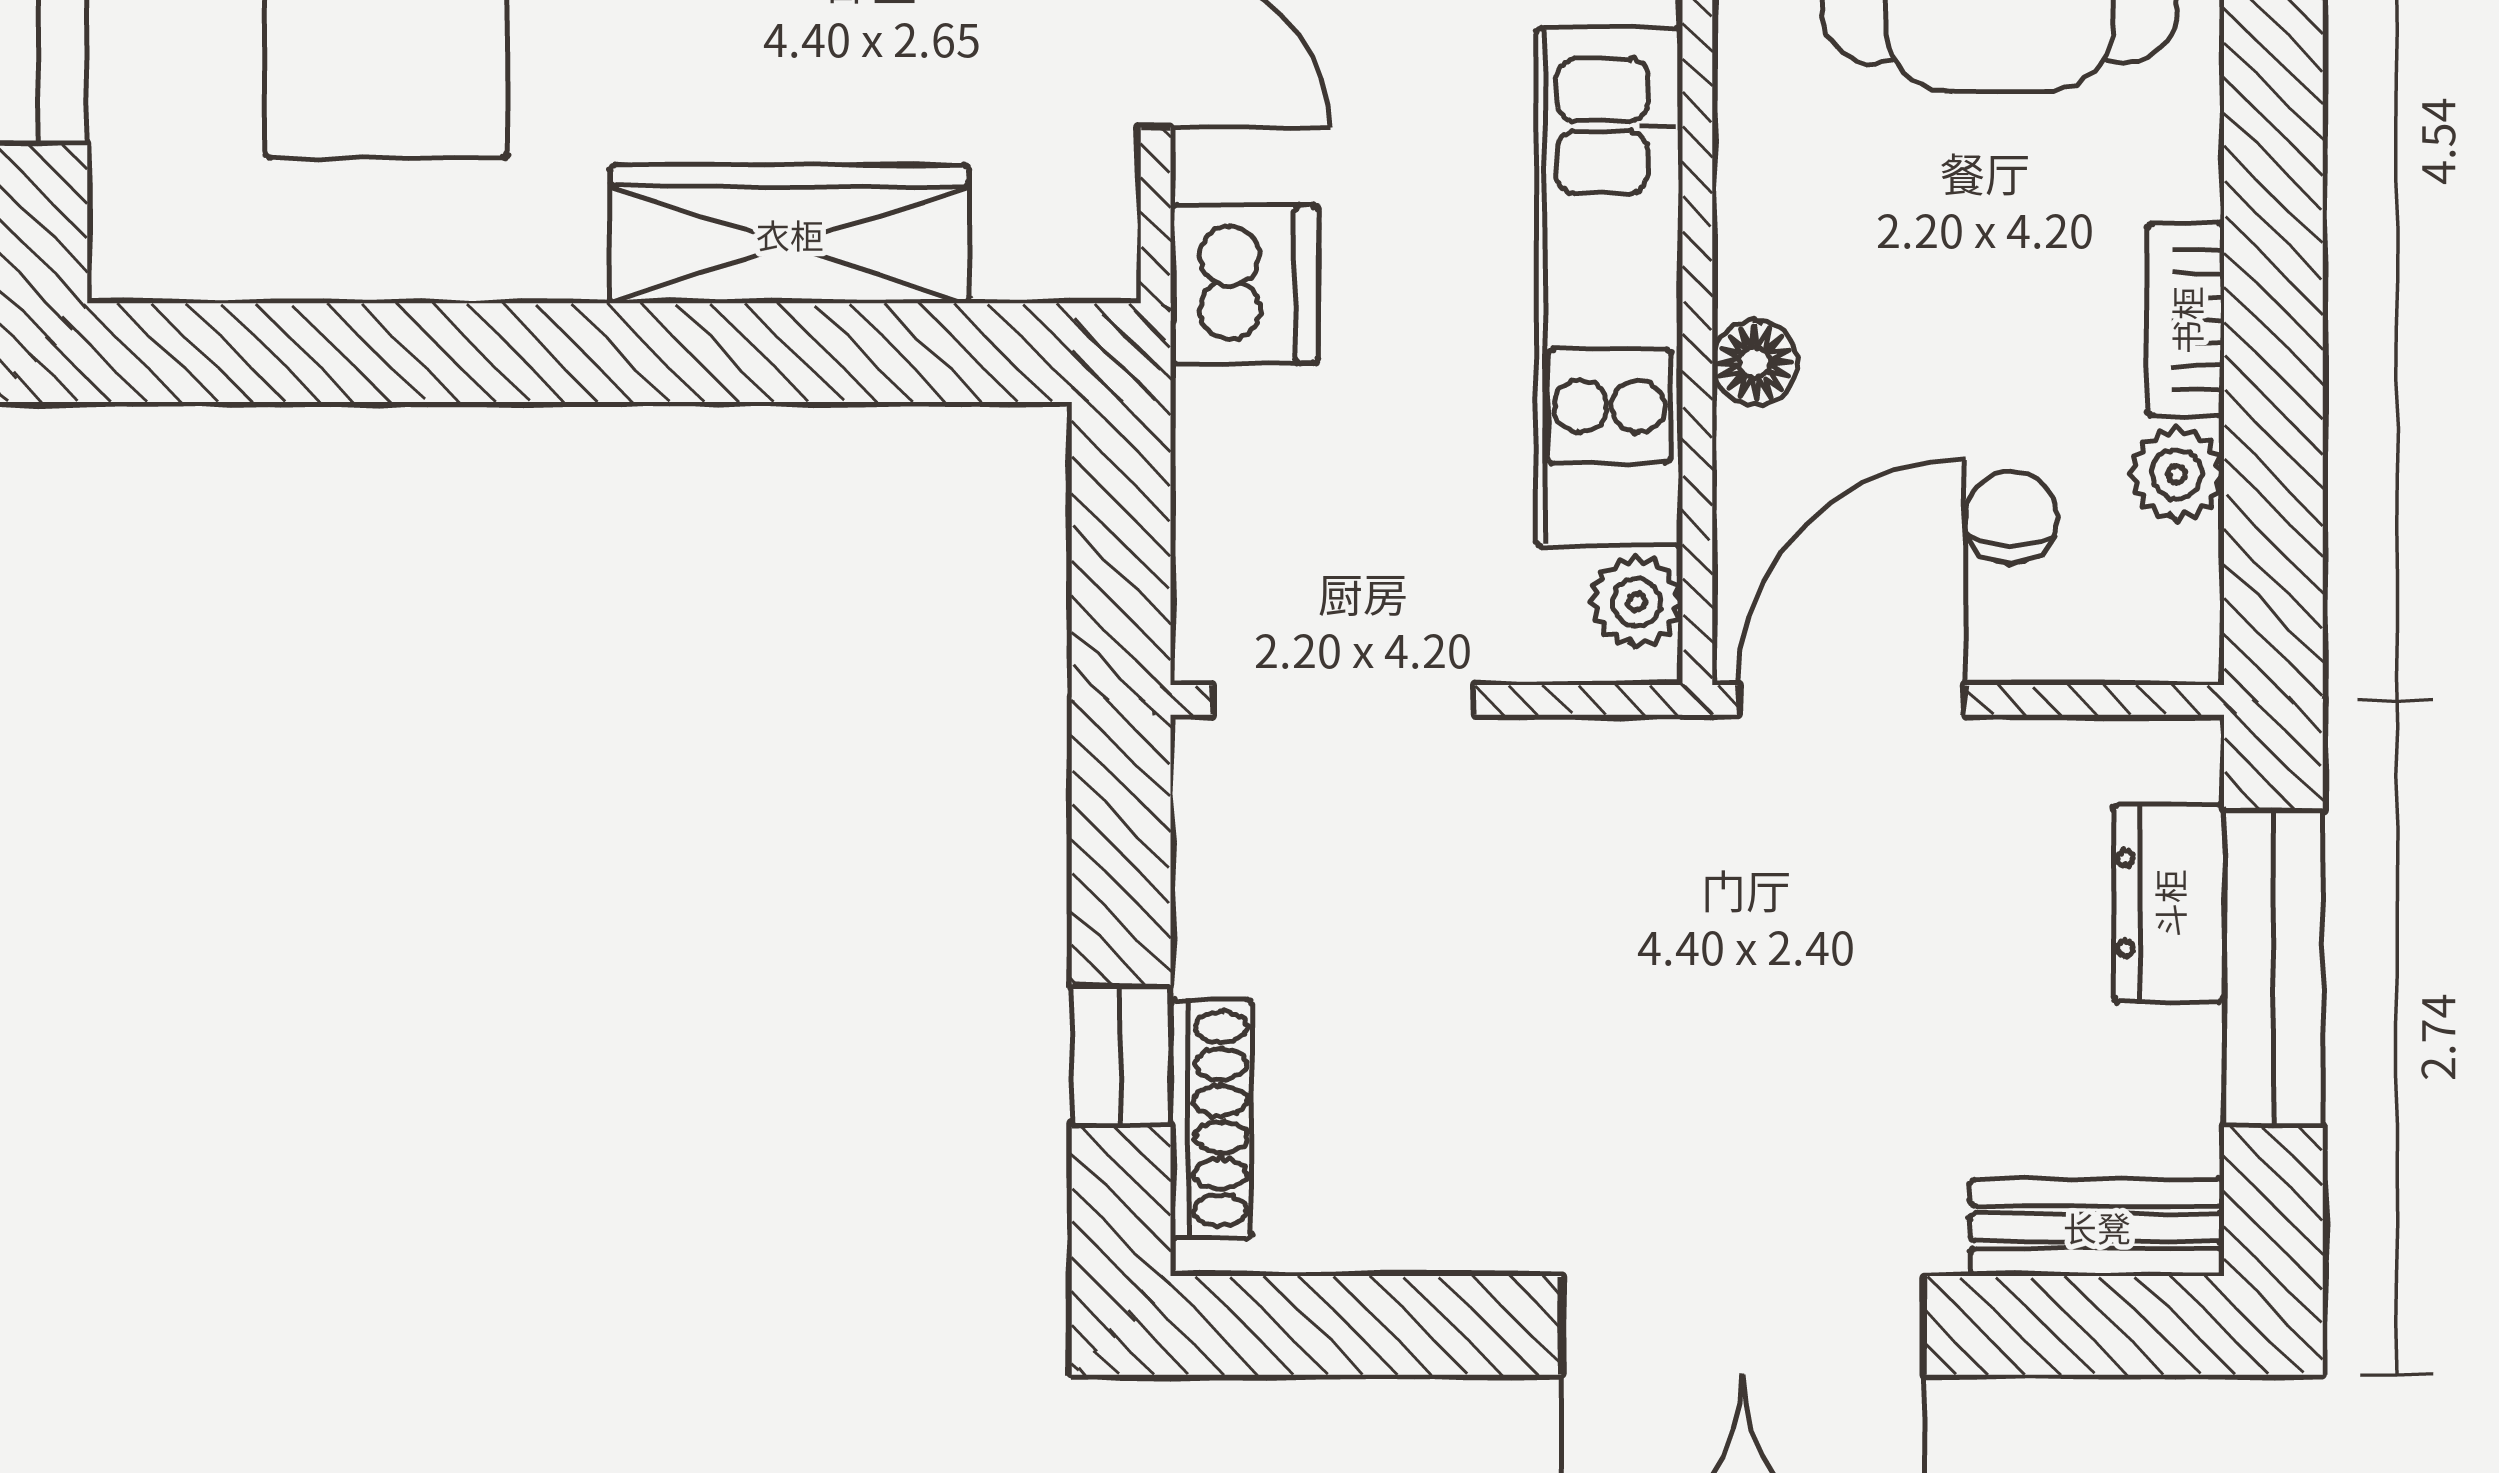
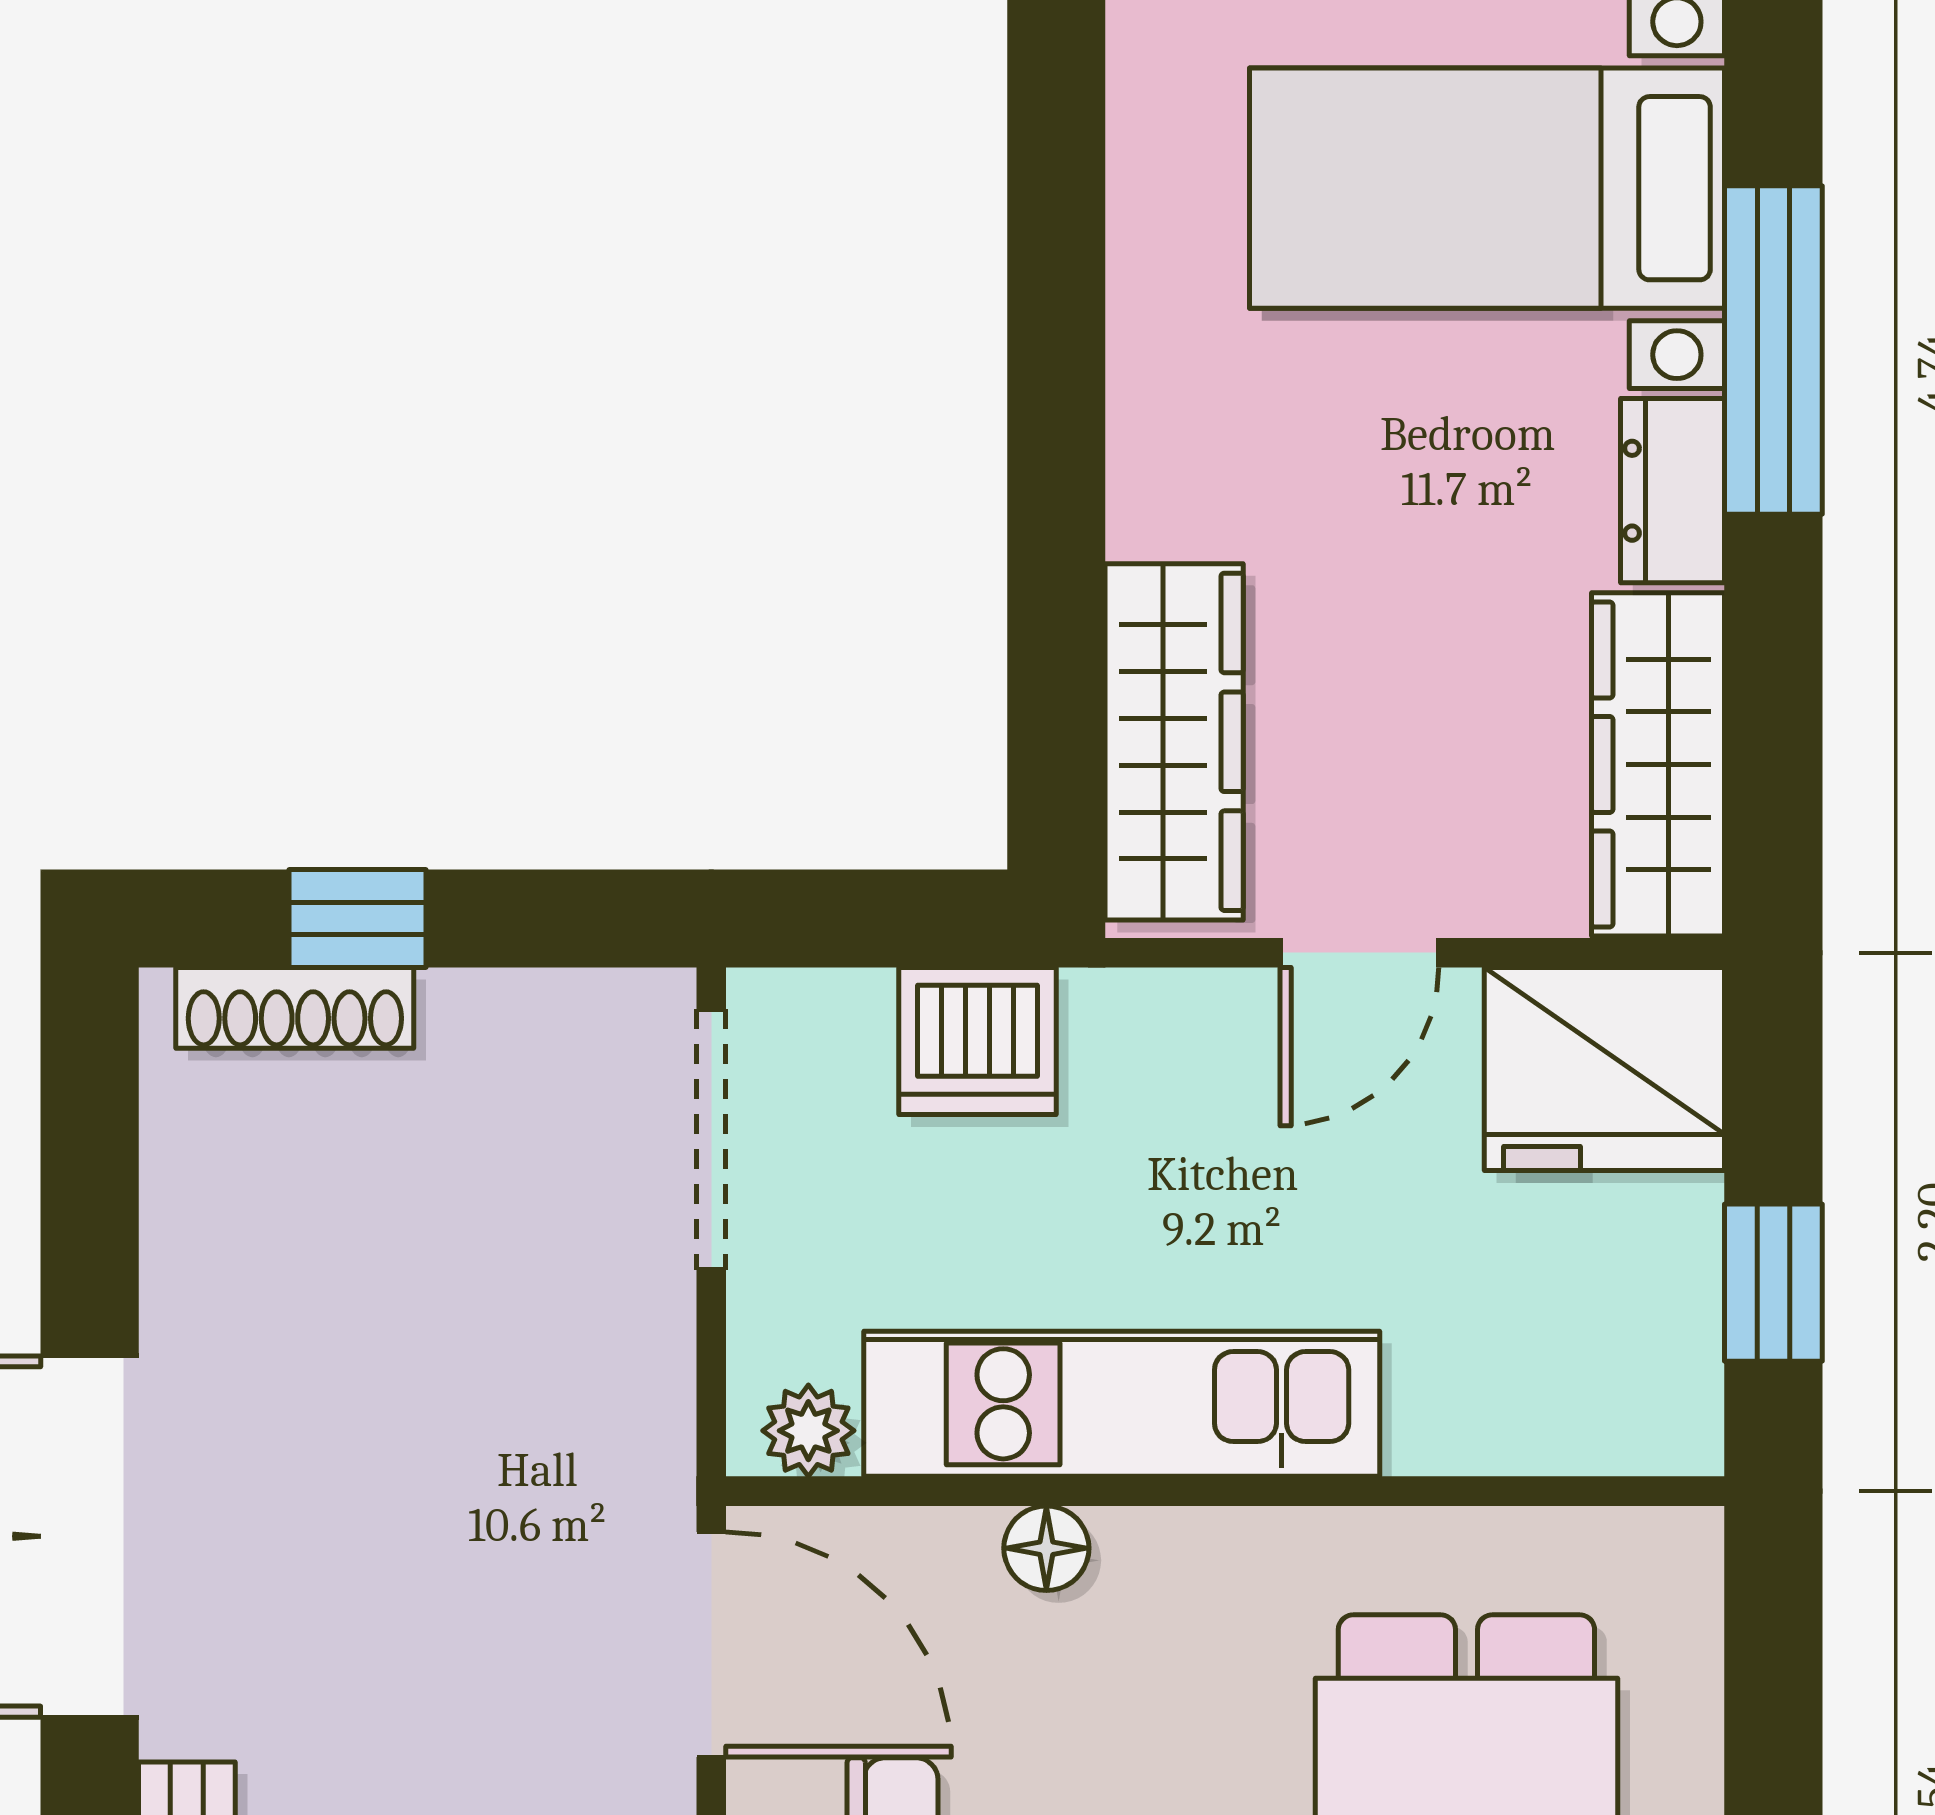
wardrobe: (790, 234) -> (1174, 742), moved
dishwasher: (1244, 284) -> (978, 1041), moved

